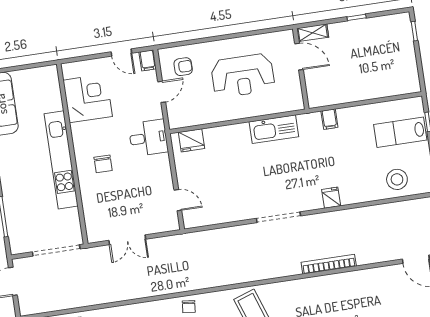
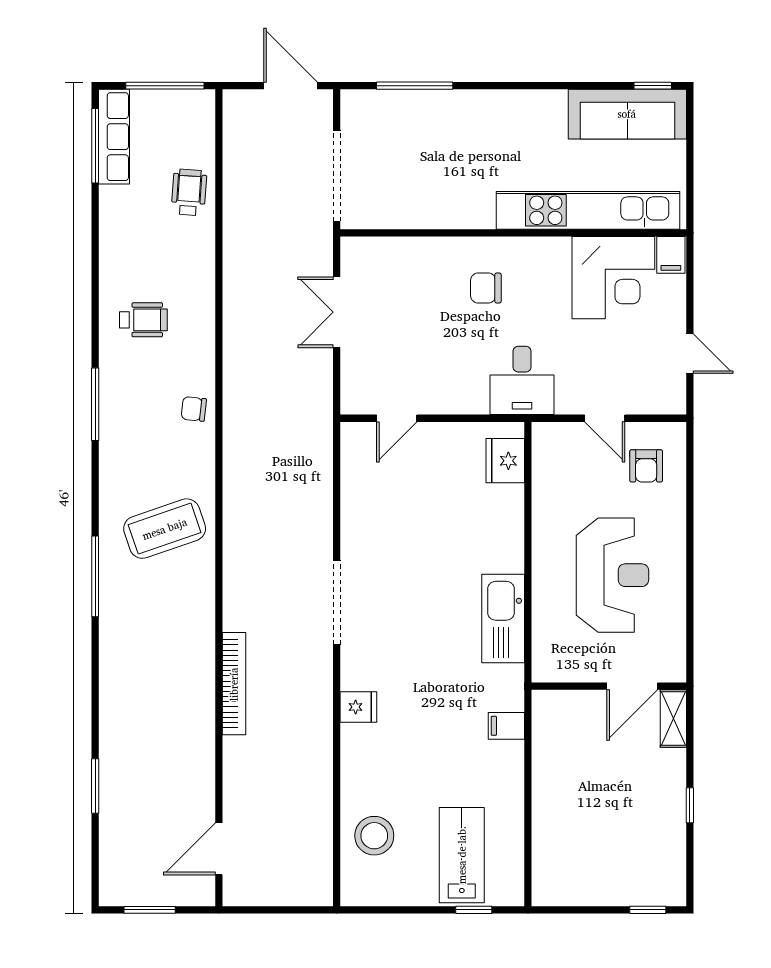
door: (121, 53) -> (690, 354), swing flipped
filing cabinet: (148, 60) -> (671, 255), moved, turned -90
reception desk: (243, 76) -> (612, 575), turned 180
kitchen unit: (61, 160) -> (588, 210), moved

